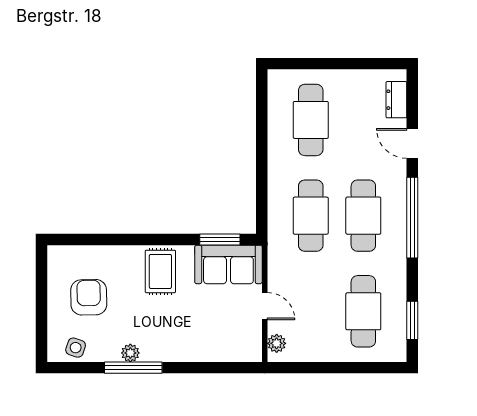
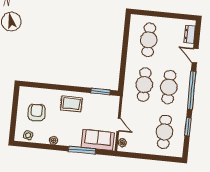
sofa: (228, 264) -> (98, 140), moved, turned 180
rug: (160, 271) -> (71, 104), turned 90
window: (412, 320) -> (188, 127), moved
window: (133, 368) -> (82, 150), moved

